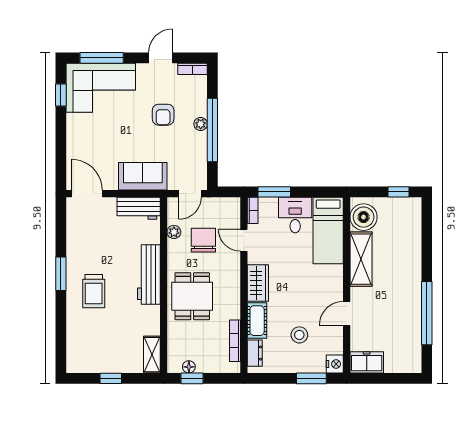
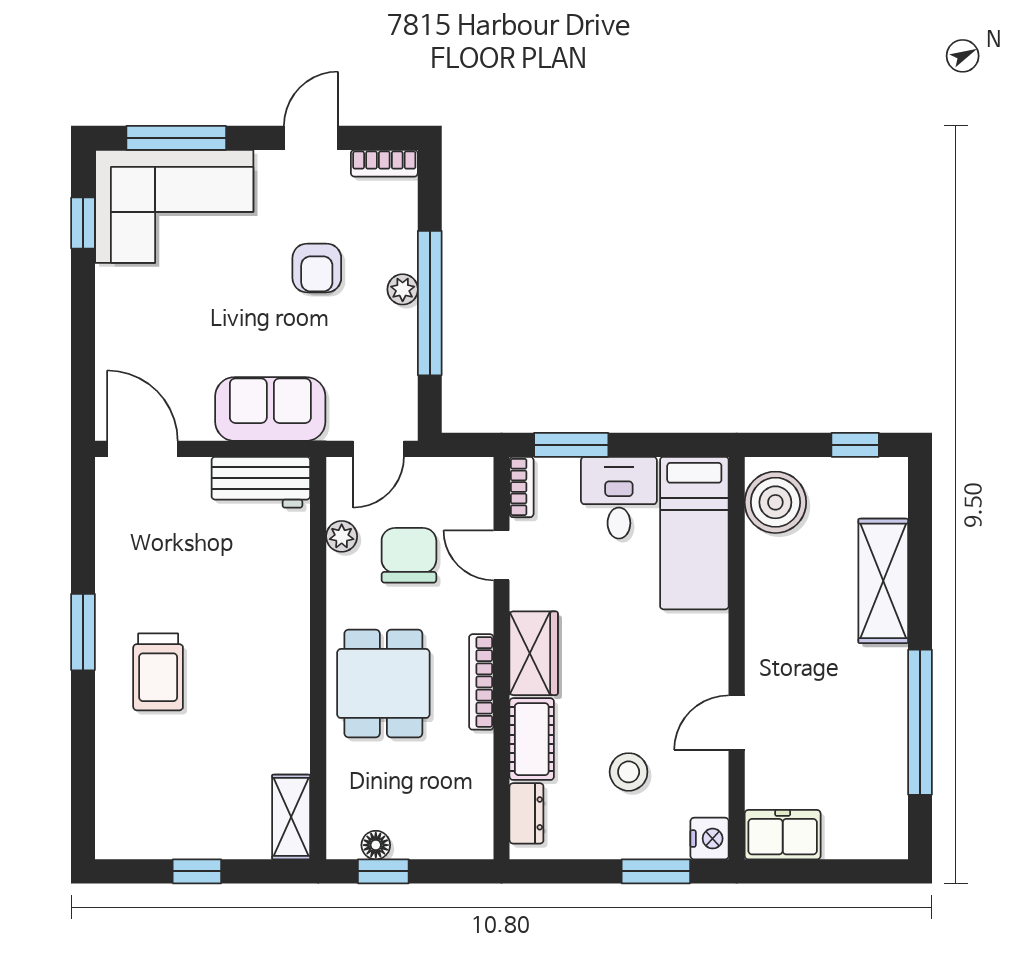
shelving: (361, 259) -> (883, 581), moved
workbench: (149, 275) -> (284, 634), removed
bookcase: (235, 341) -> (481, 682), moved

